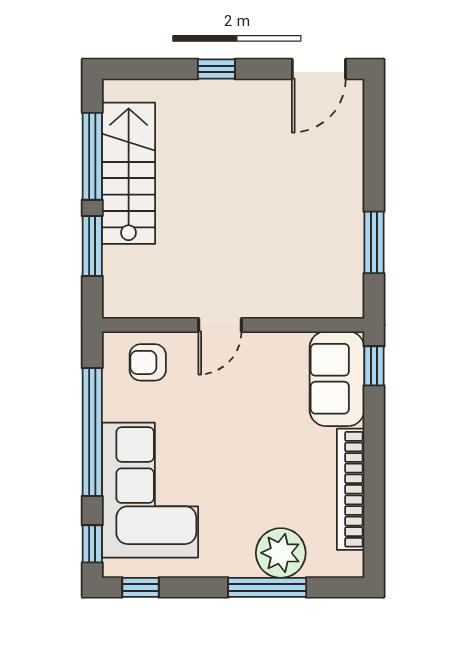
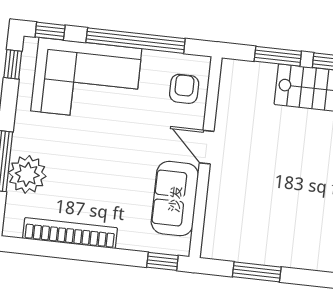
sofa: (337, 379) -> (175, 199), moved, turned -90

